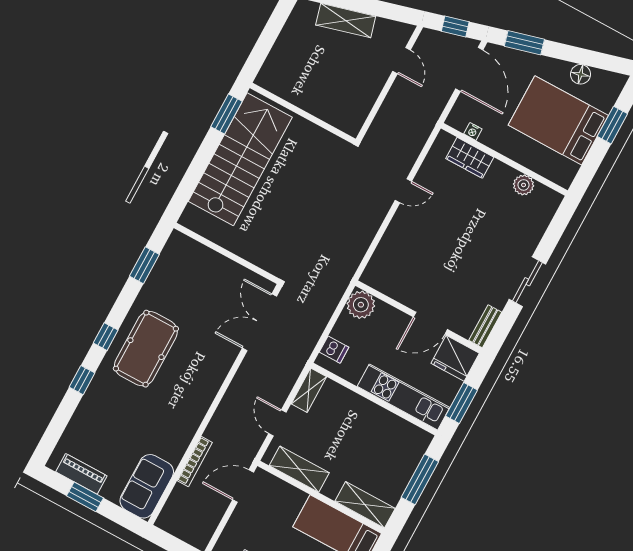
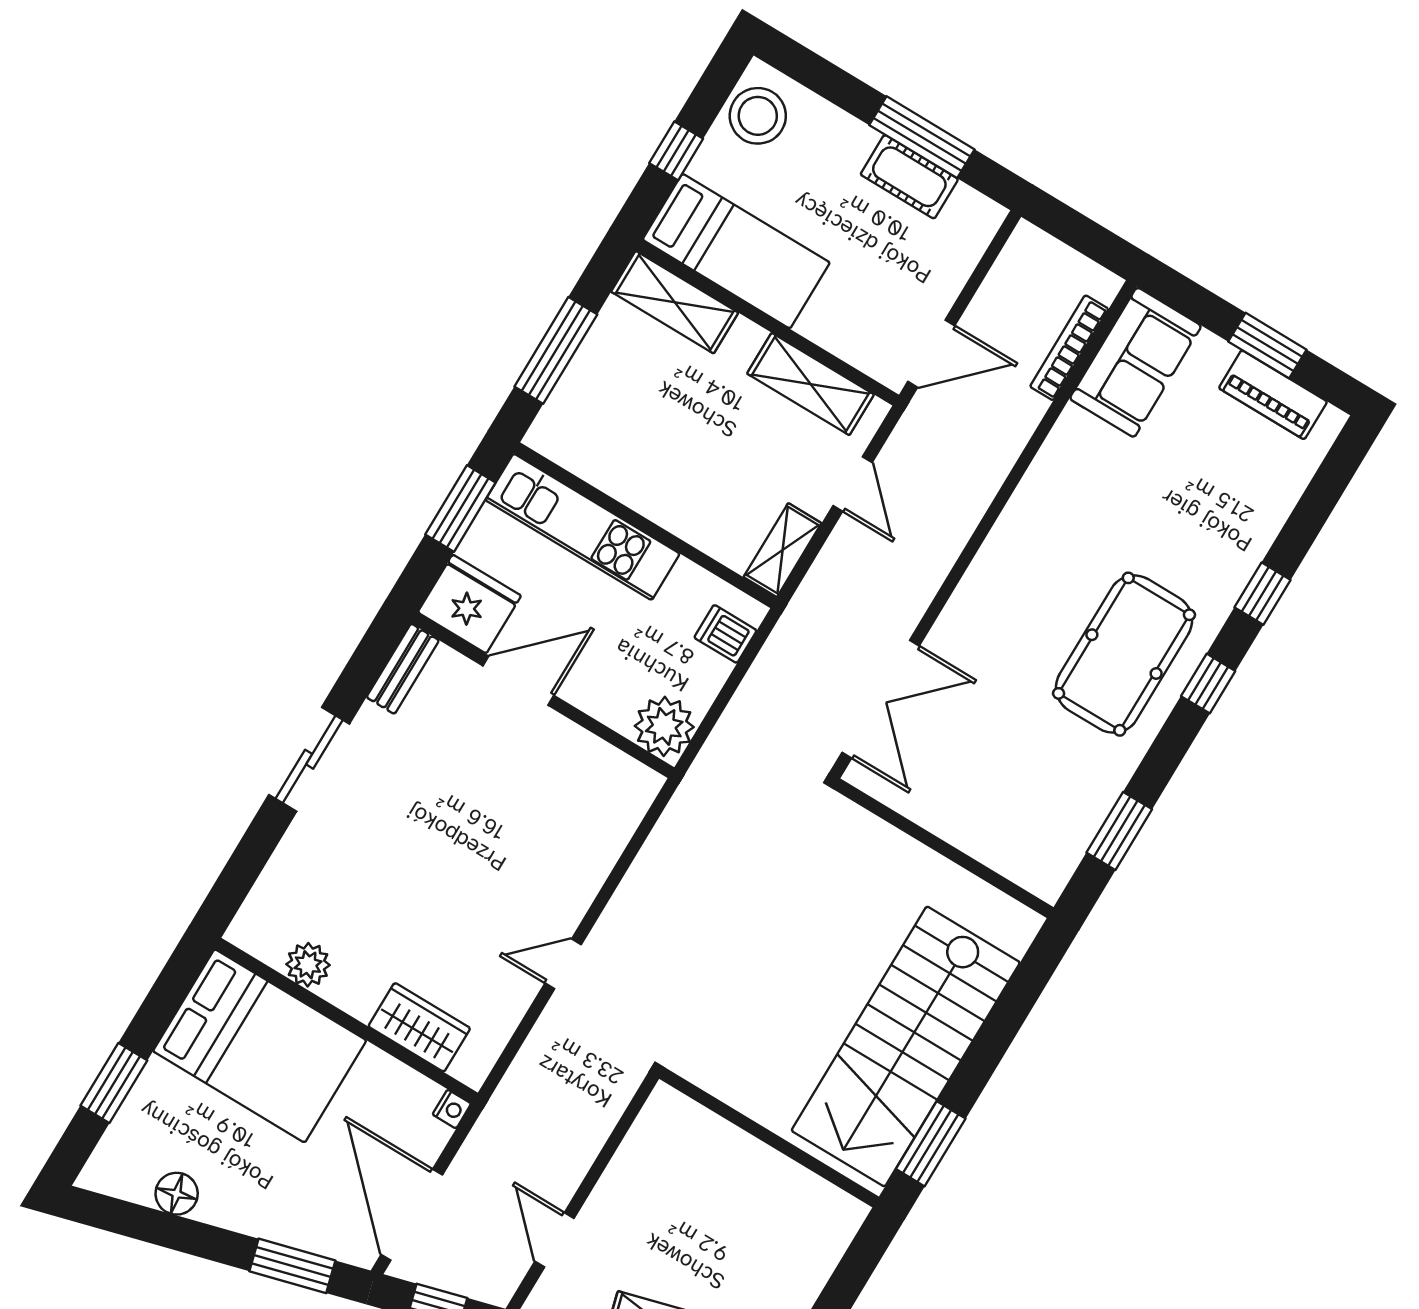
bed: (558, 120) -> (260, 1046), moved
nightstand: (473, 131) -> (452, 1109), moved, turned 90
bookcase: (195, 461) -> (1069, 348), moved

